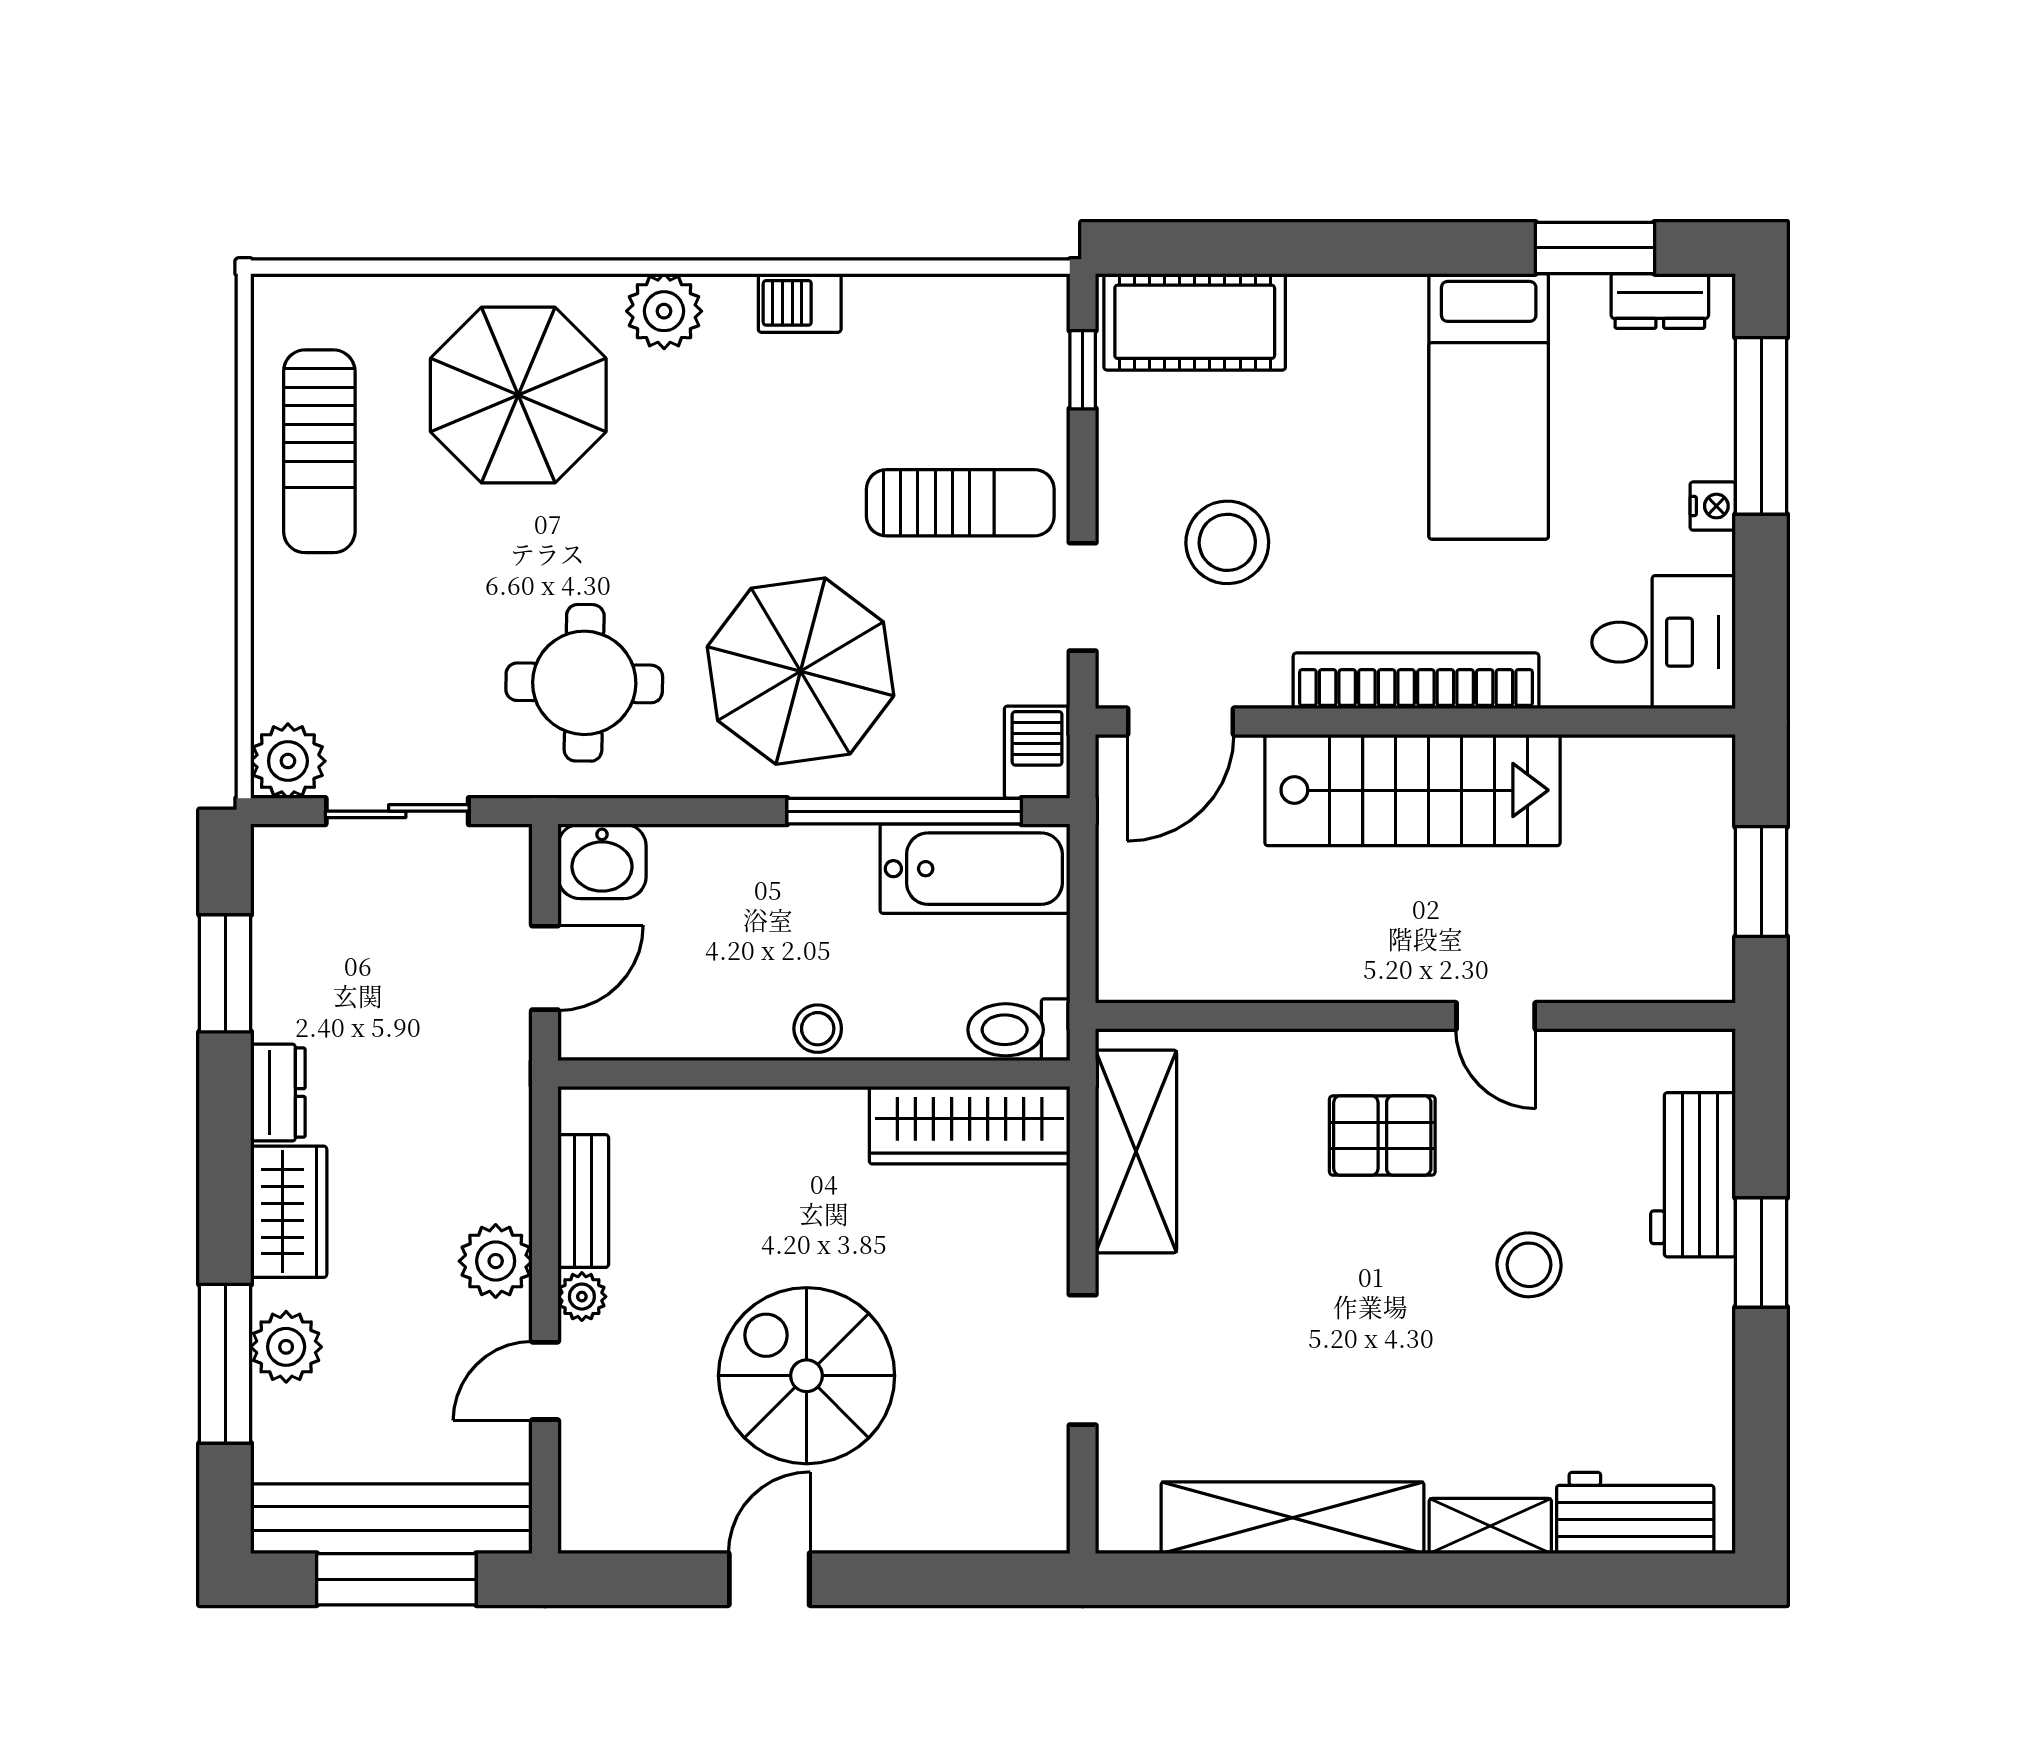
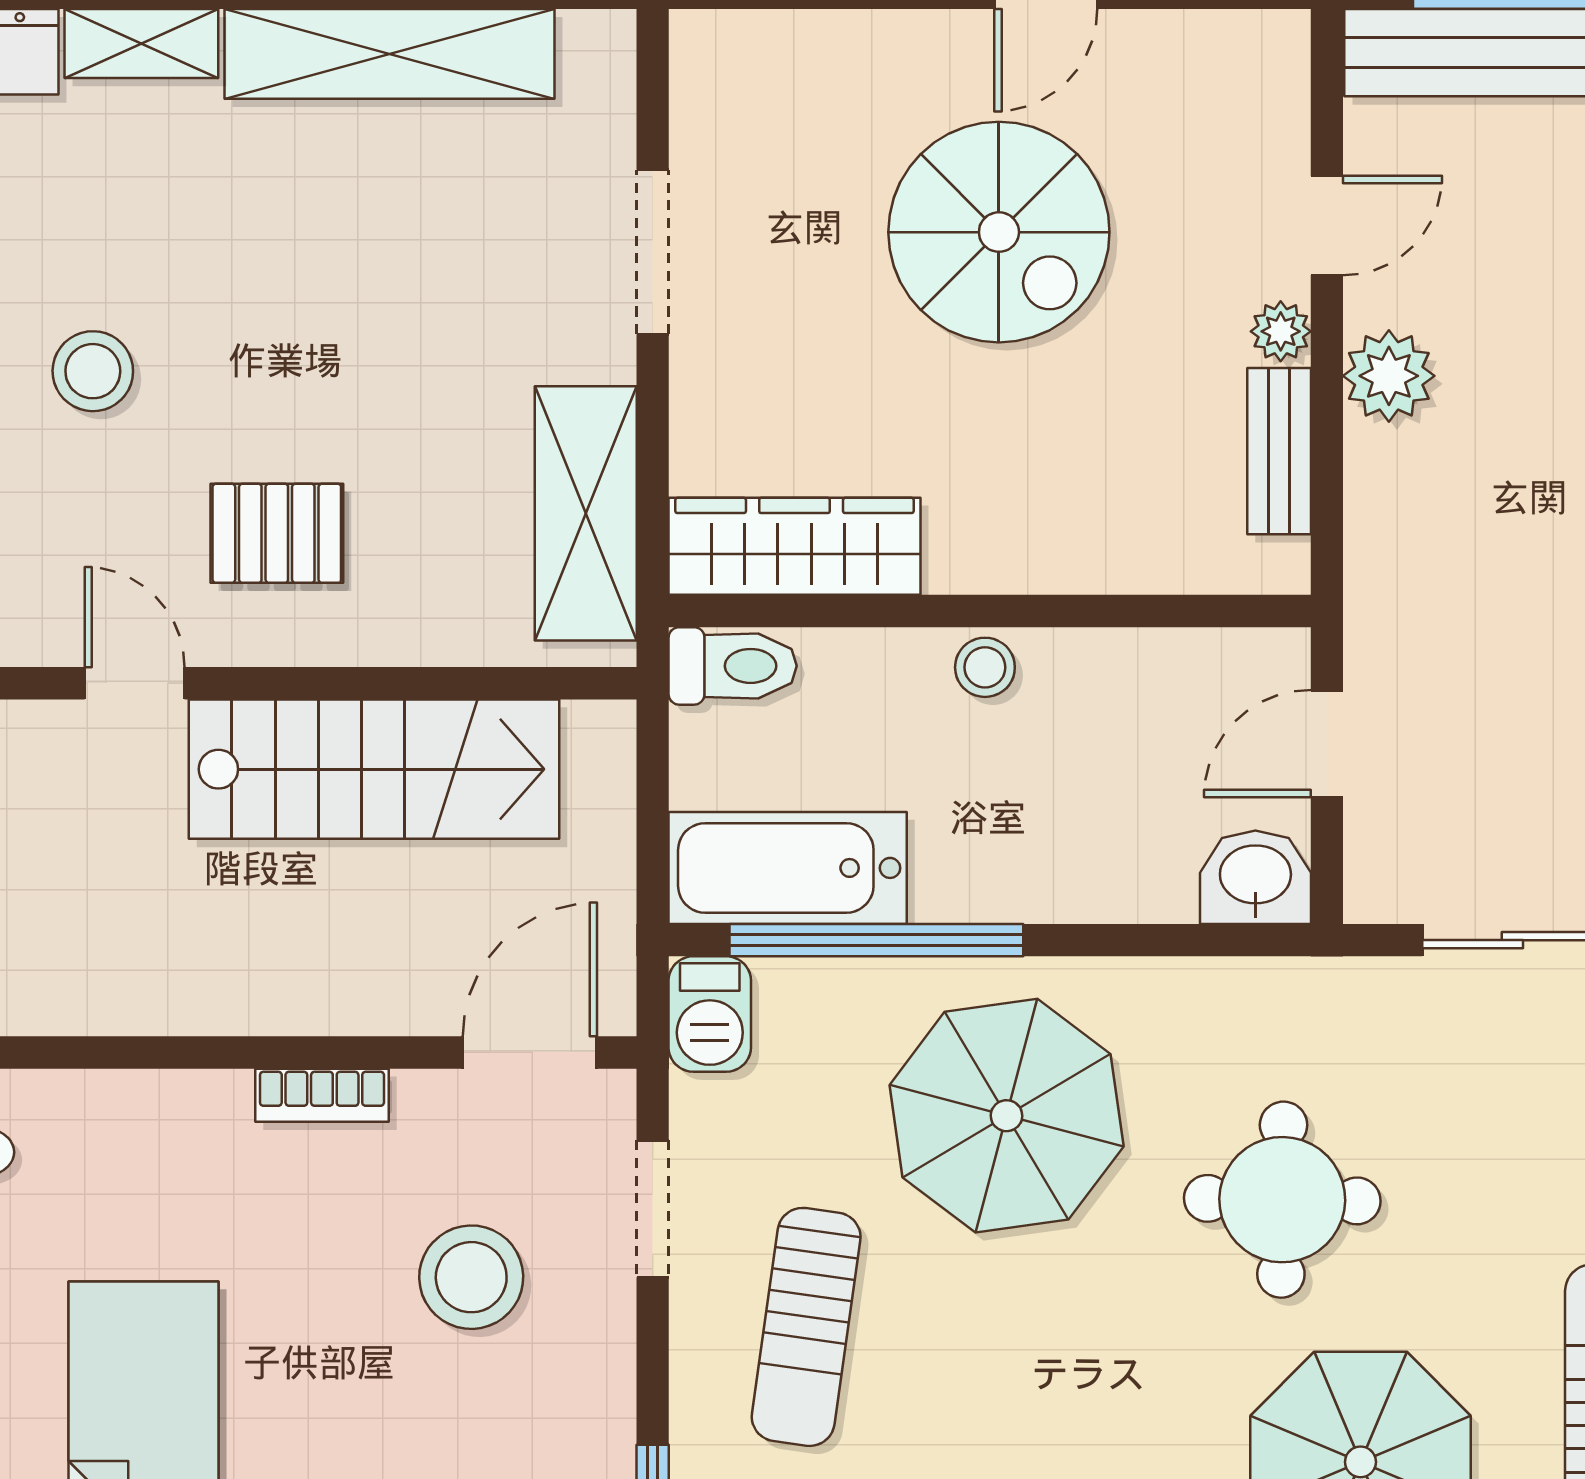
sun lounger: (960, 503) -> (806, 1327), turned -82
bookcase: (1416, 681) -> (322, 1095), width x0.43, depth x0.76
round table: (584, 683) -> (1282, 1200), moved
stairs: (1412, 790) -> (374, 769), moved, turned 180

